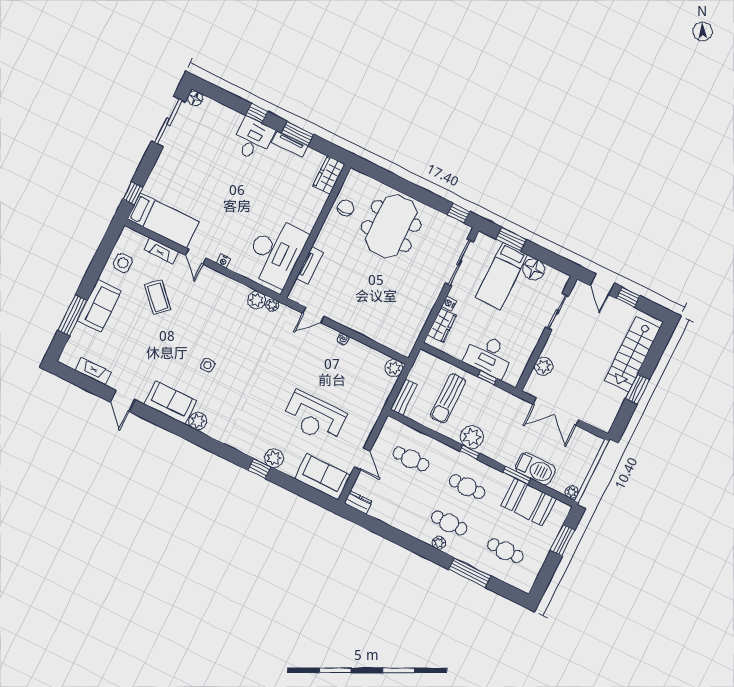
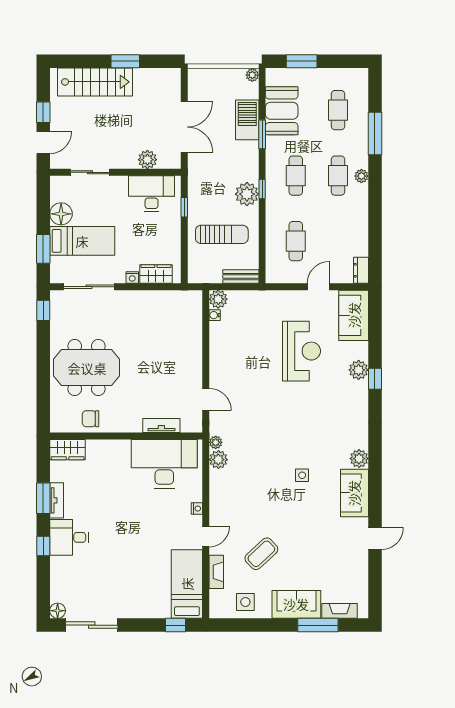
water cooler: (343, 339) -> (215, 315), moved
desk: (489, 356) -> (152, 194), moved, turned -90
fireplace: (93, 371) -> (340, 611), moved, turned 90

